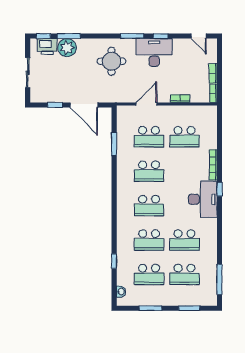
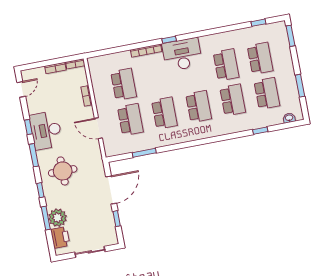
window: (43, 36) -> (40, 190), moved
window: (219, 279) -> (258, 23), width x0.46
window: (189, 308) -> (290, 36), moved

